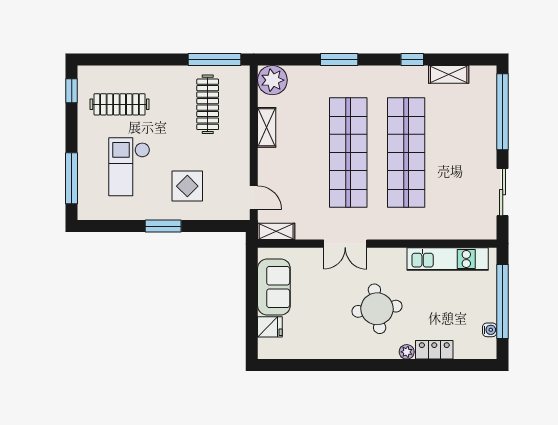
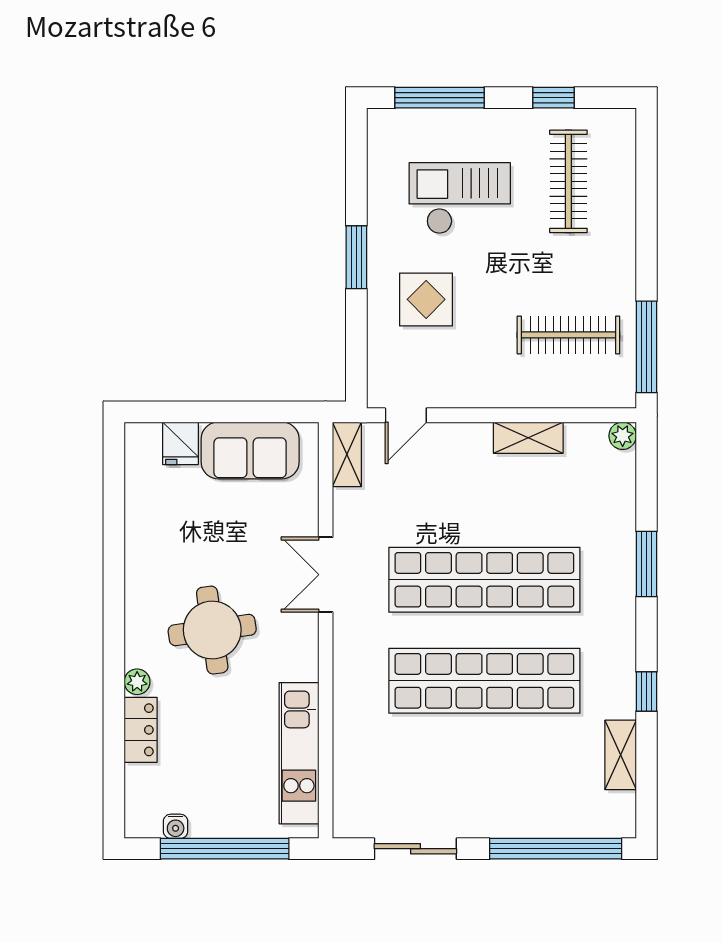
plant: (272, 80) -> (623, 436), width x0.53, depth x0.53
window: (72, 91) -> (553, 98), moved

